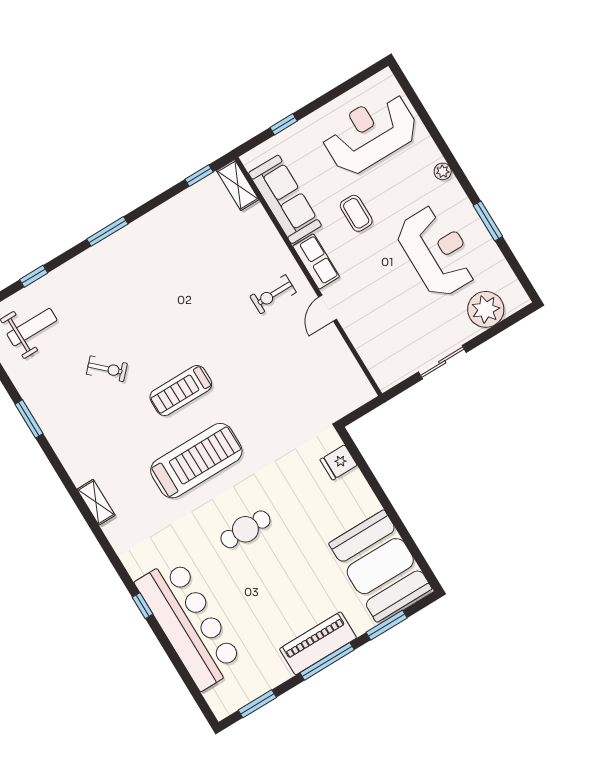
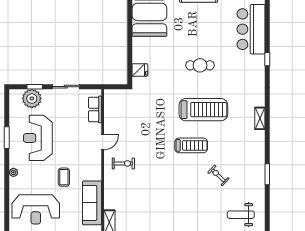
row of seats: (316, 261) -> (95, 109), moved
window: (493, 332) -> (35, 87), added
treadmill: (196, 461) -> (203, 110), turned 180
bar counter: (189, 624) -> (251, 29), width x0.73

